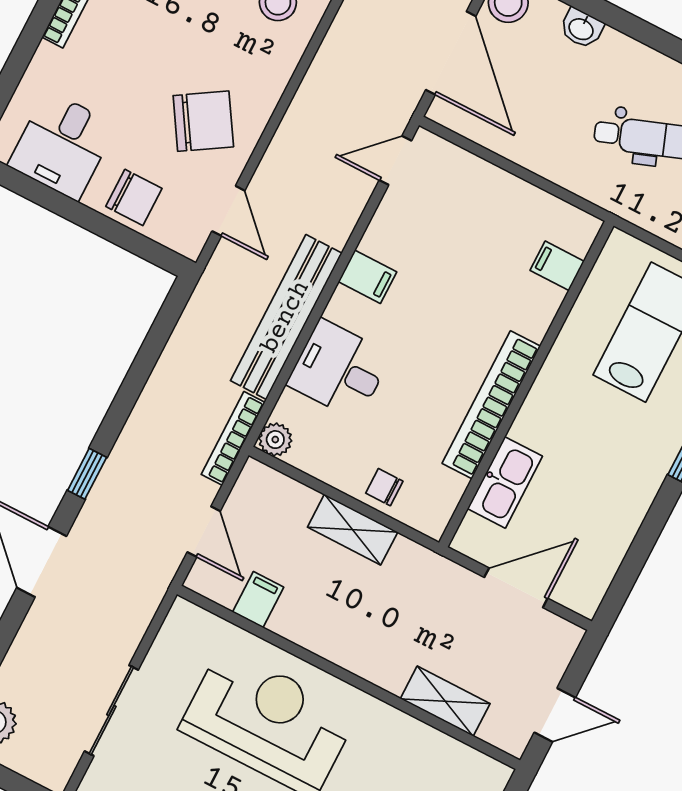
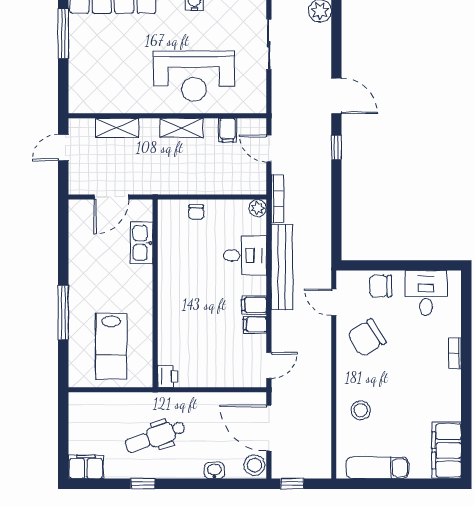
printer: (579, 231) -> (168, 376), added
filing cabinet: (557, 266) -> (255, 325), moved, turned 180
bookcase: (491, 405) -> (166, 275), removed
chair: (384, 487) -> (196, 212), turned 90
shelving: (353, 530) -> (181, 128), moved

